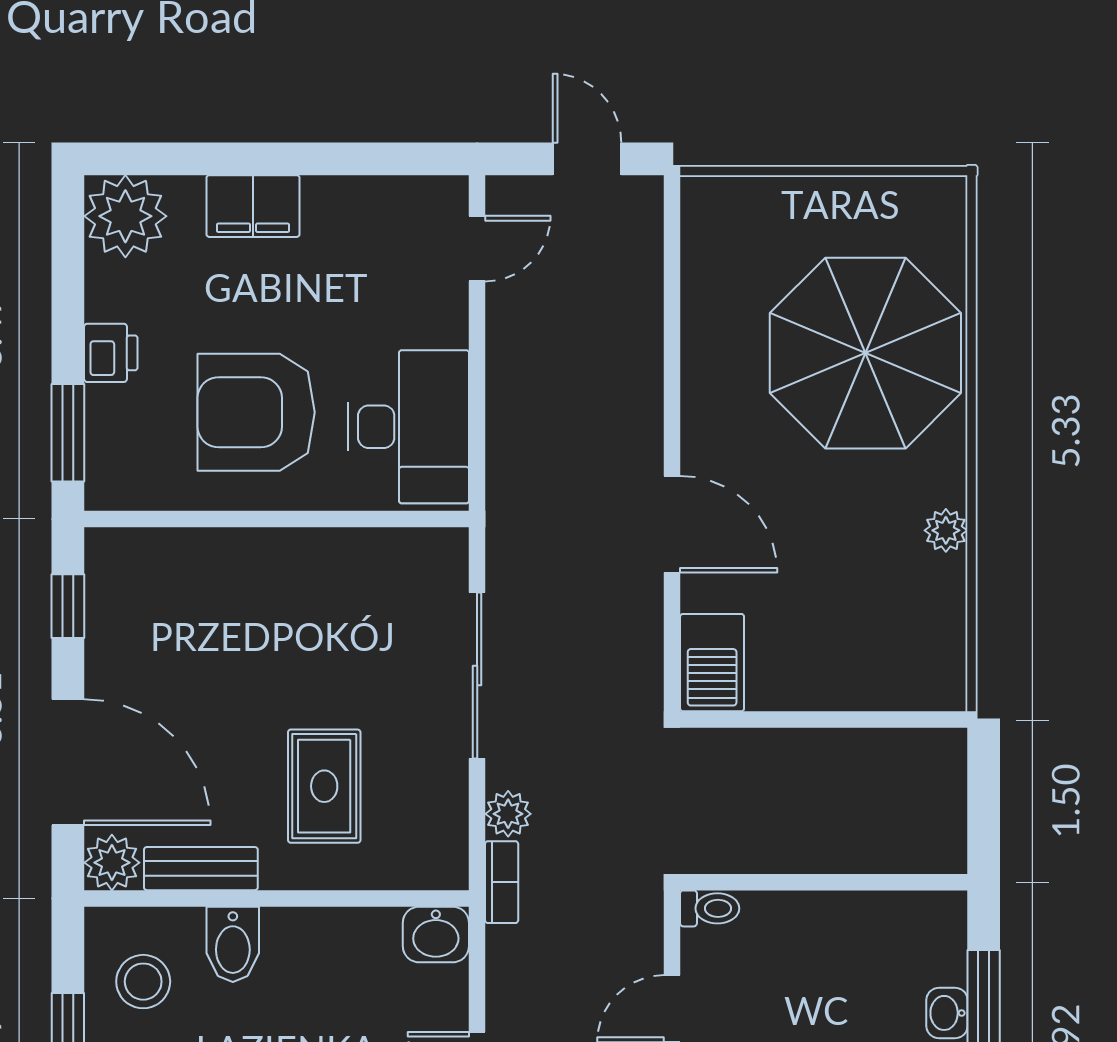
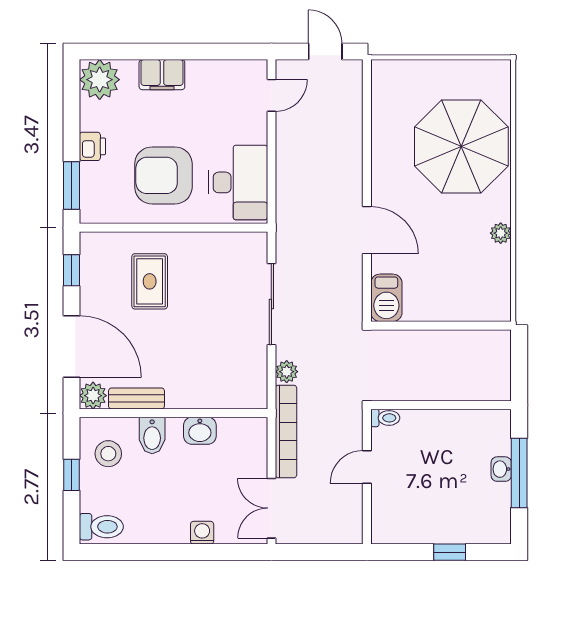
rug: (324, 786) -> (150, 281), moved
bookcase: (502, 882) -> (286, 431), width x2.31, depth x1.31
washbasin: (436, 934) -> (200, 431), moved

